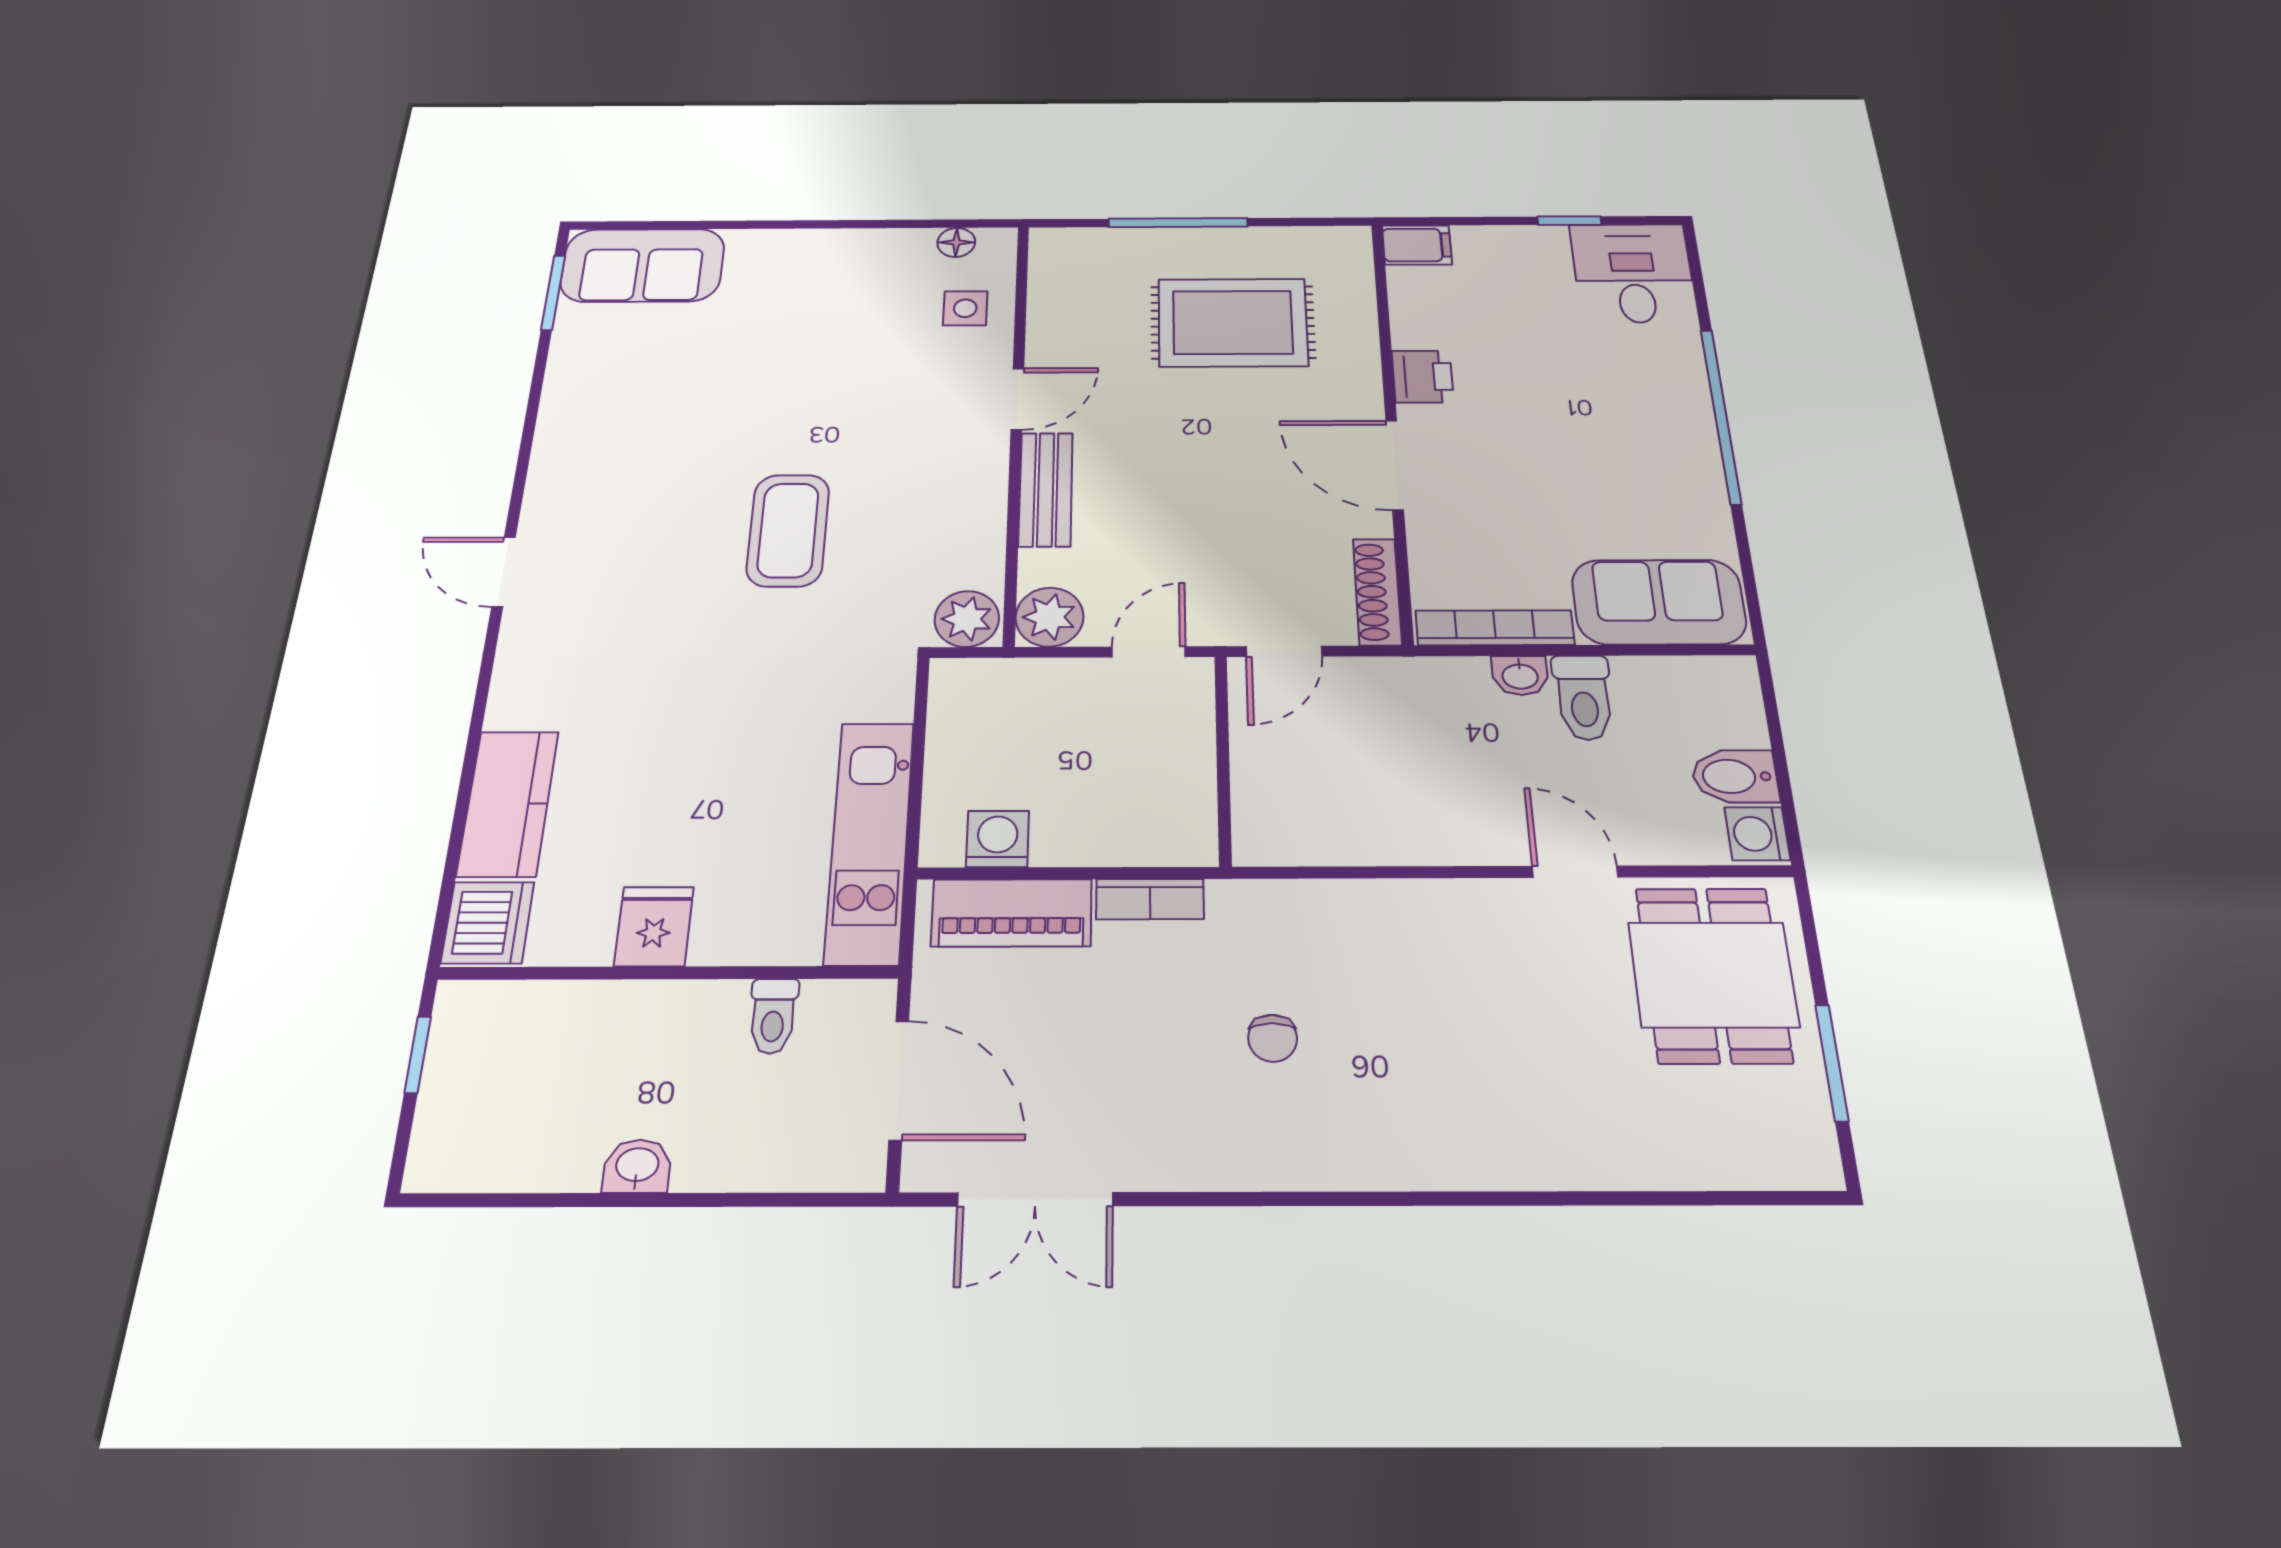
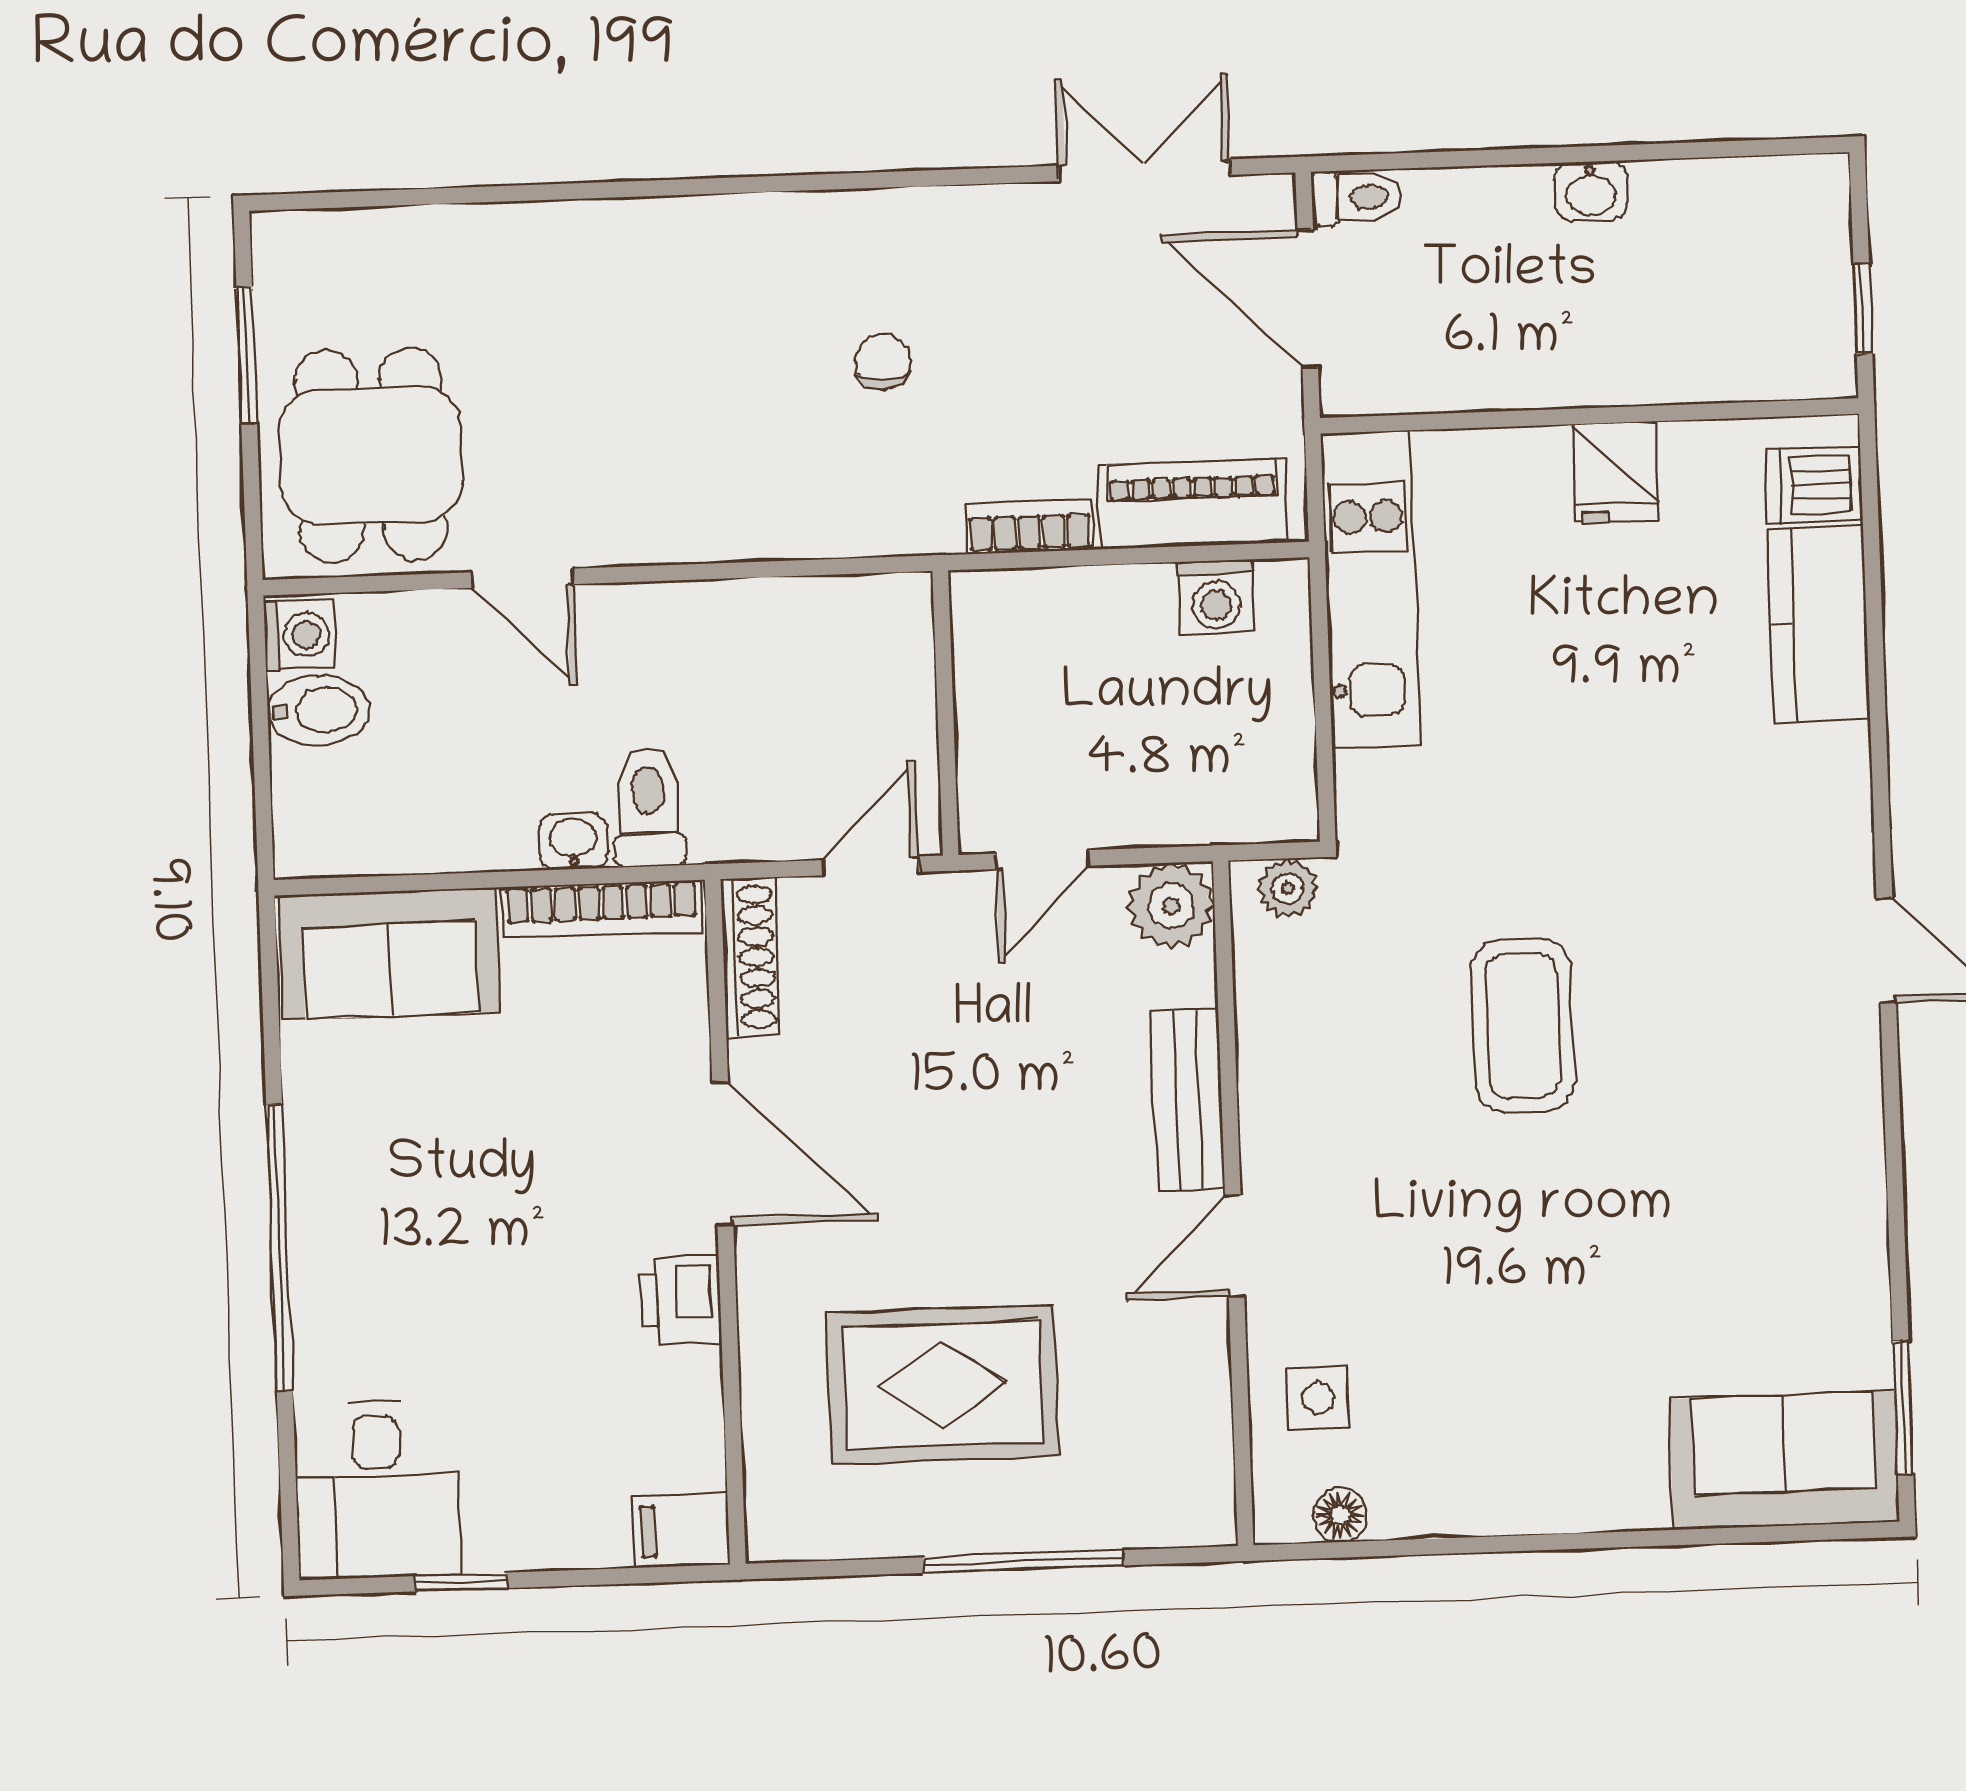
plant: (967, 619) -> (1288, 888), width x0.73, depth x0.73
toilet: (1583, 697) -> (649, 807), moved
dishwasher: (488, 923) -> (1814, 484), width x0.73
toilet: (773, 1016) -> (1356, 198), moved, turned 90

